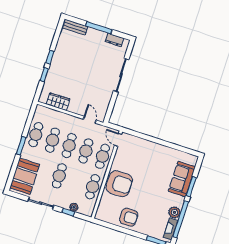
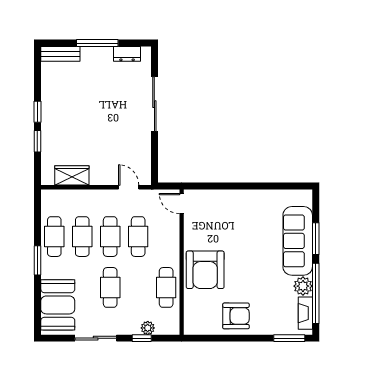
cafe table: (102, 156) -> (166, 237), removed
sofa: (182, 179) -> (298, 241), width x1.36
armchair: (119, 184) -> (205, 270), turned 90

